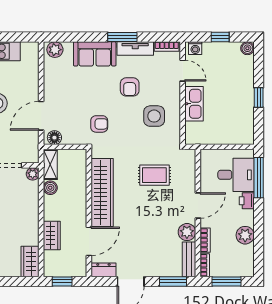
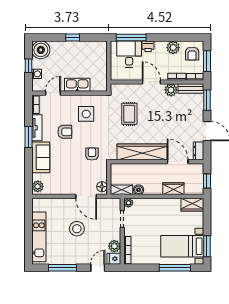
washing machine: (195, 48) -> (37, 74), moved
boiler: (247, 48) -> (41, 50), width x1.86, depth x1.86
armchair: (237, 261) -> (192, 54), added

